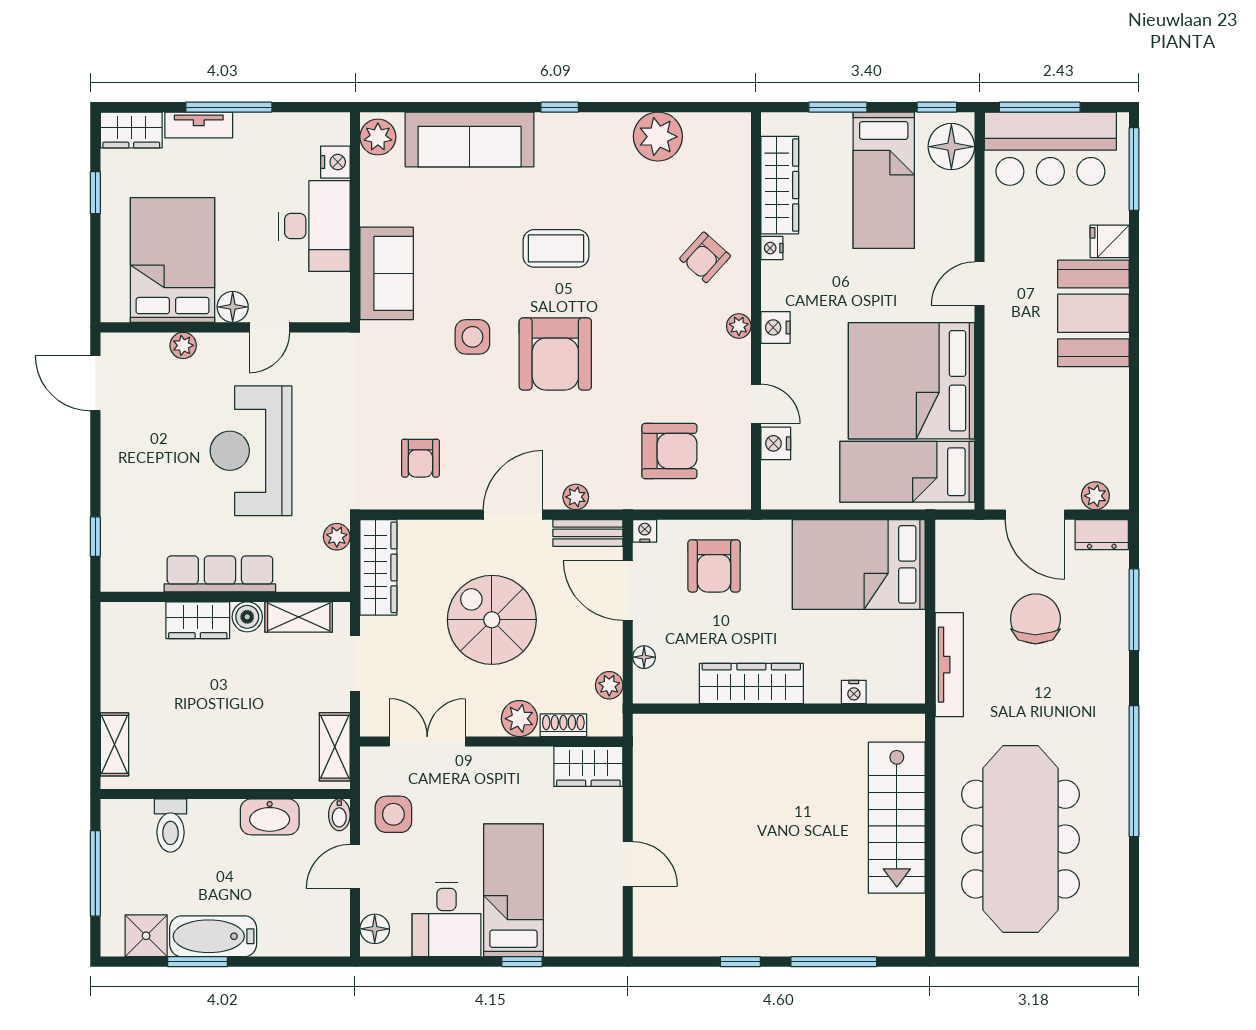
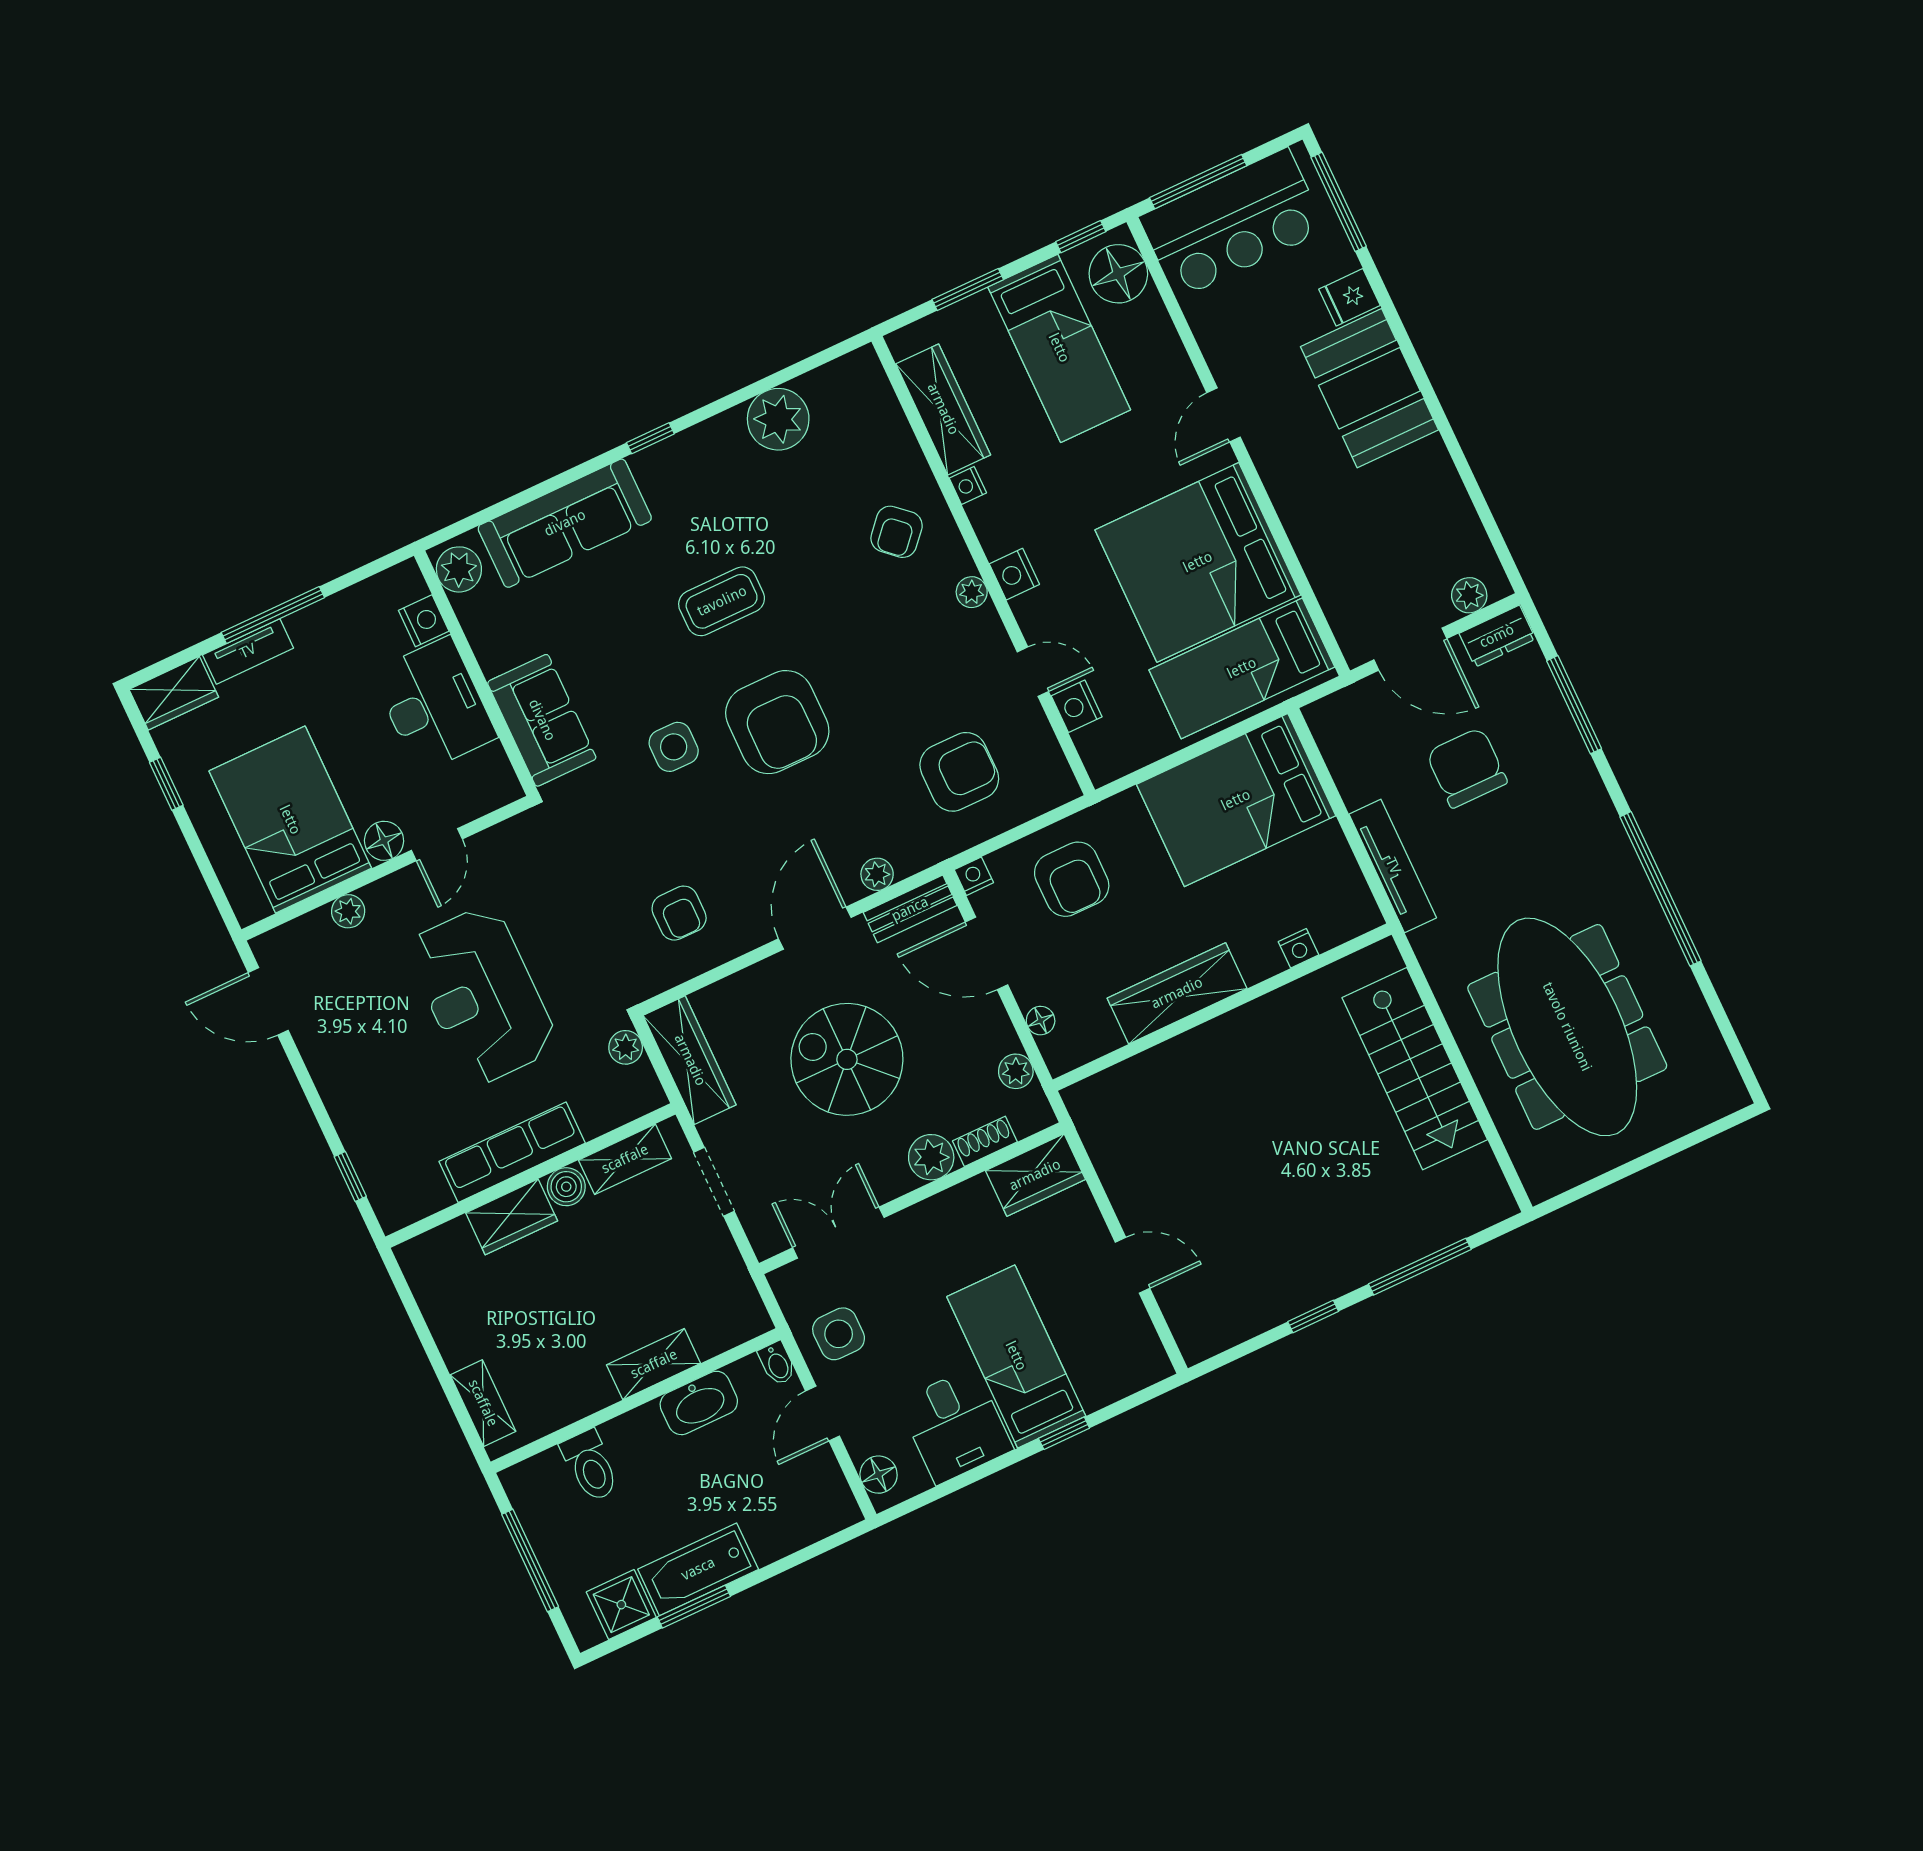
shelving: (335, 747) -> (654, 1364), moved, turned 90

